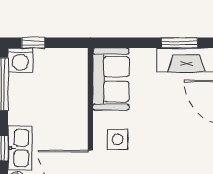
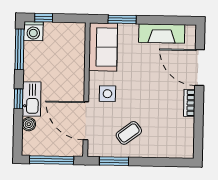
window: (179, 43) -> (122, 19), moved

